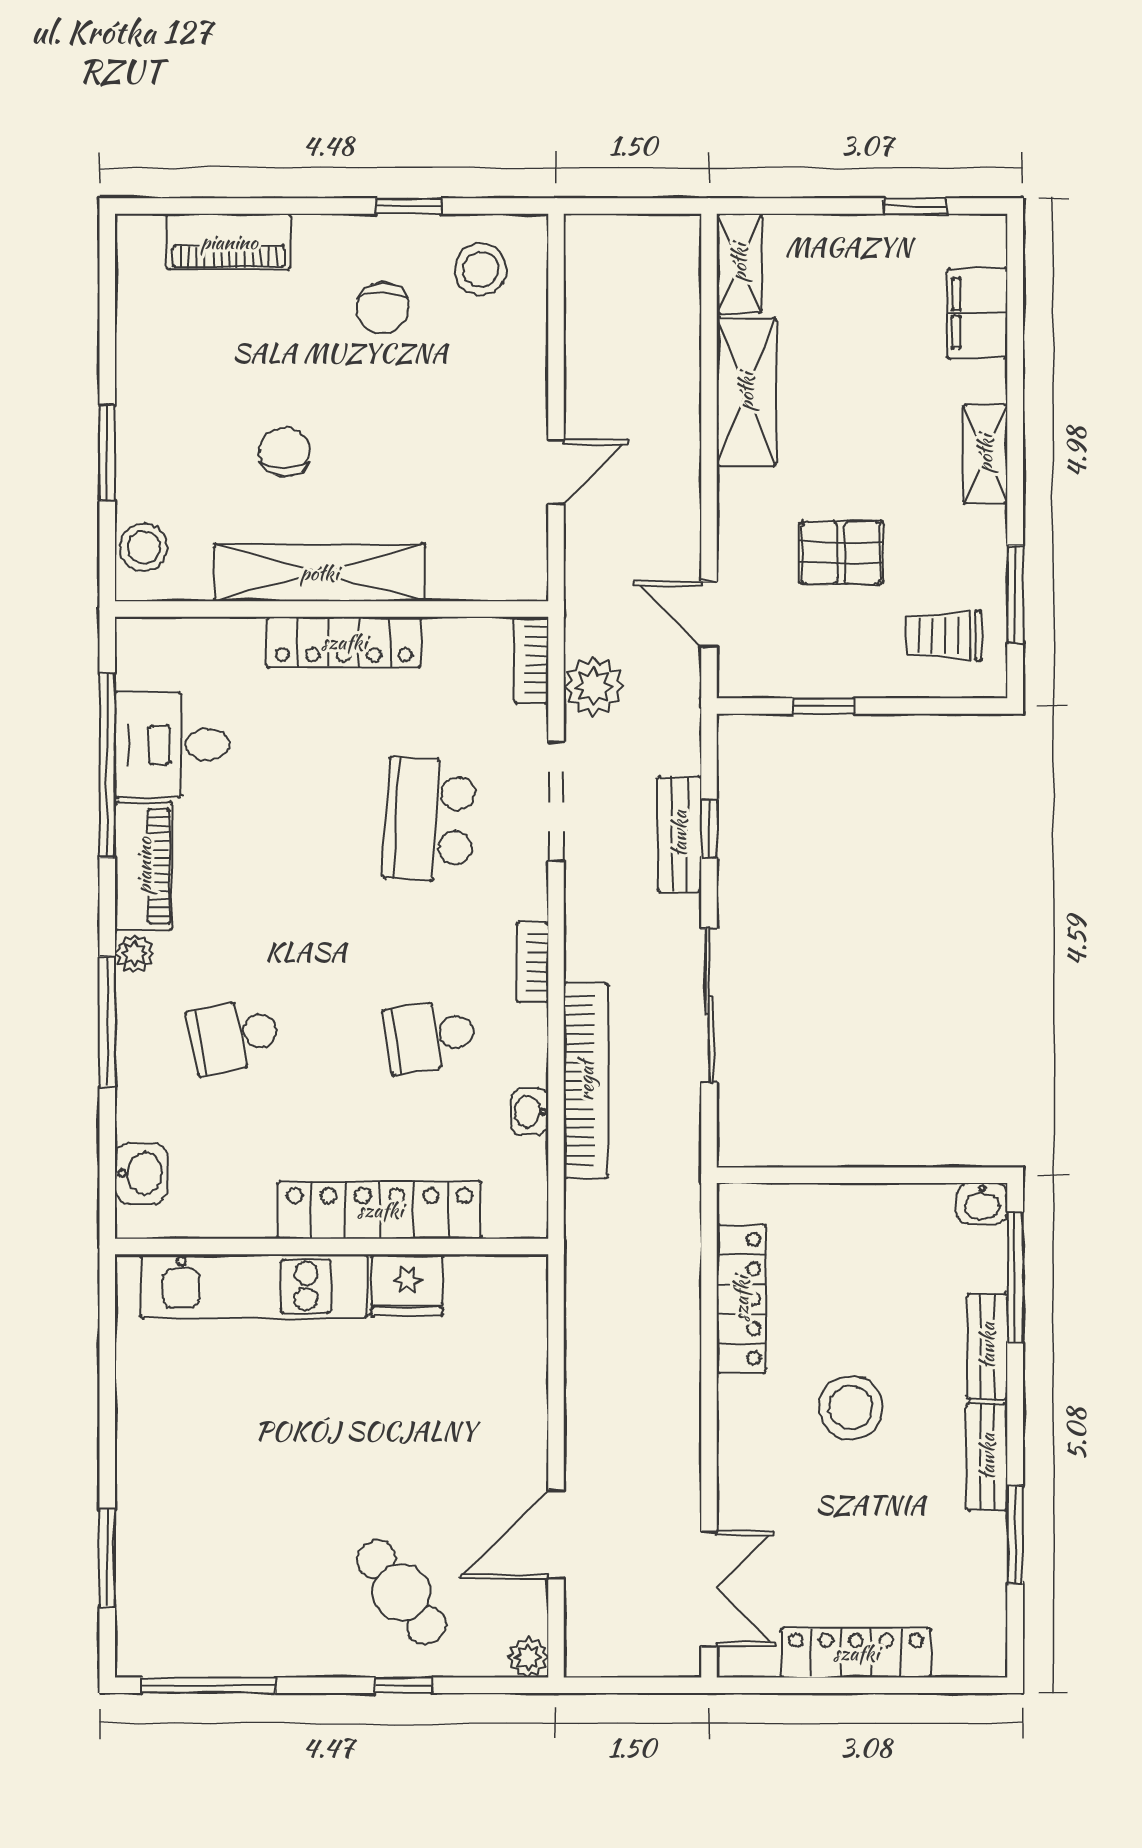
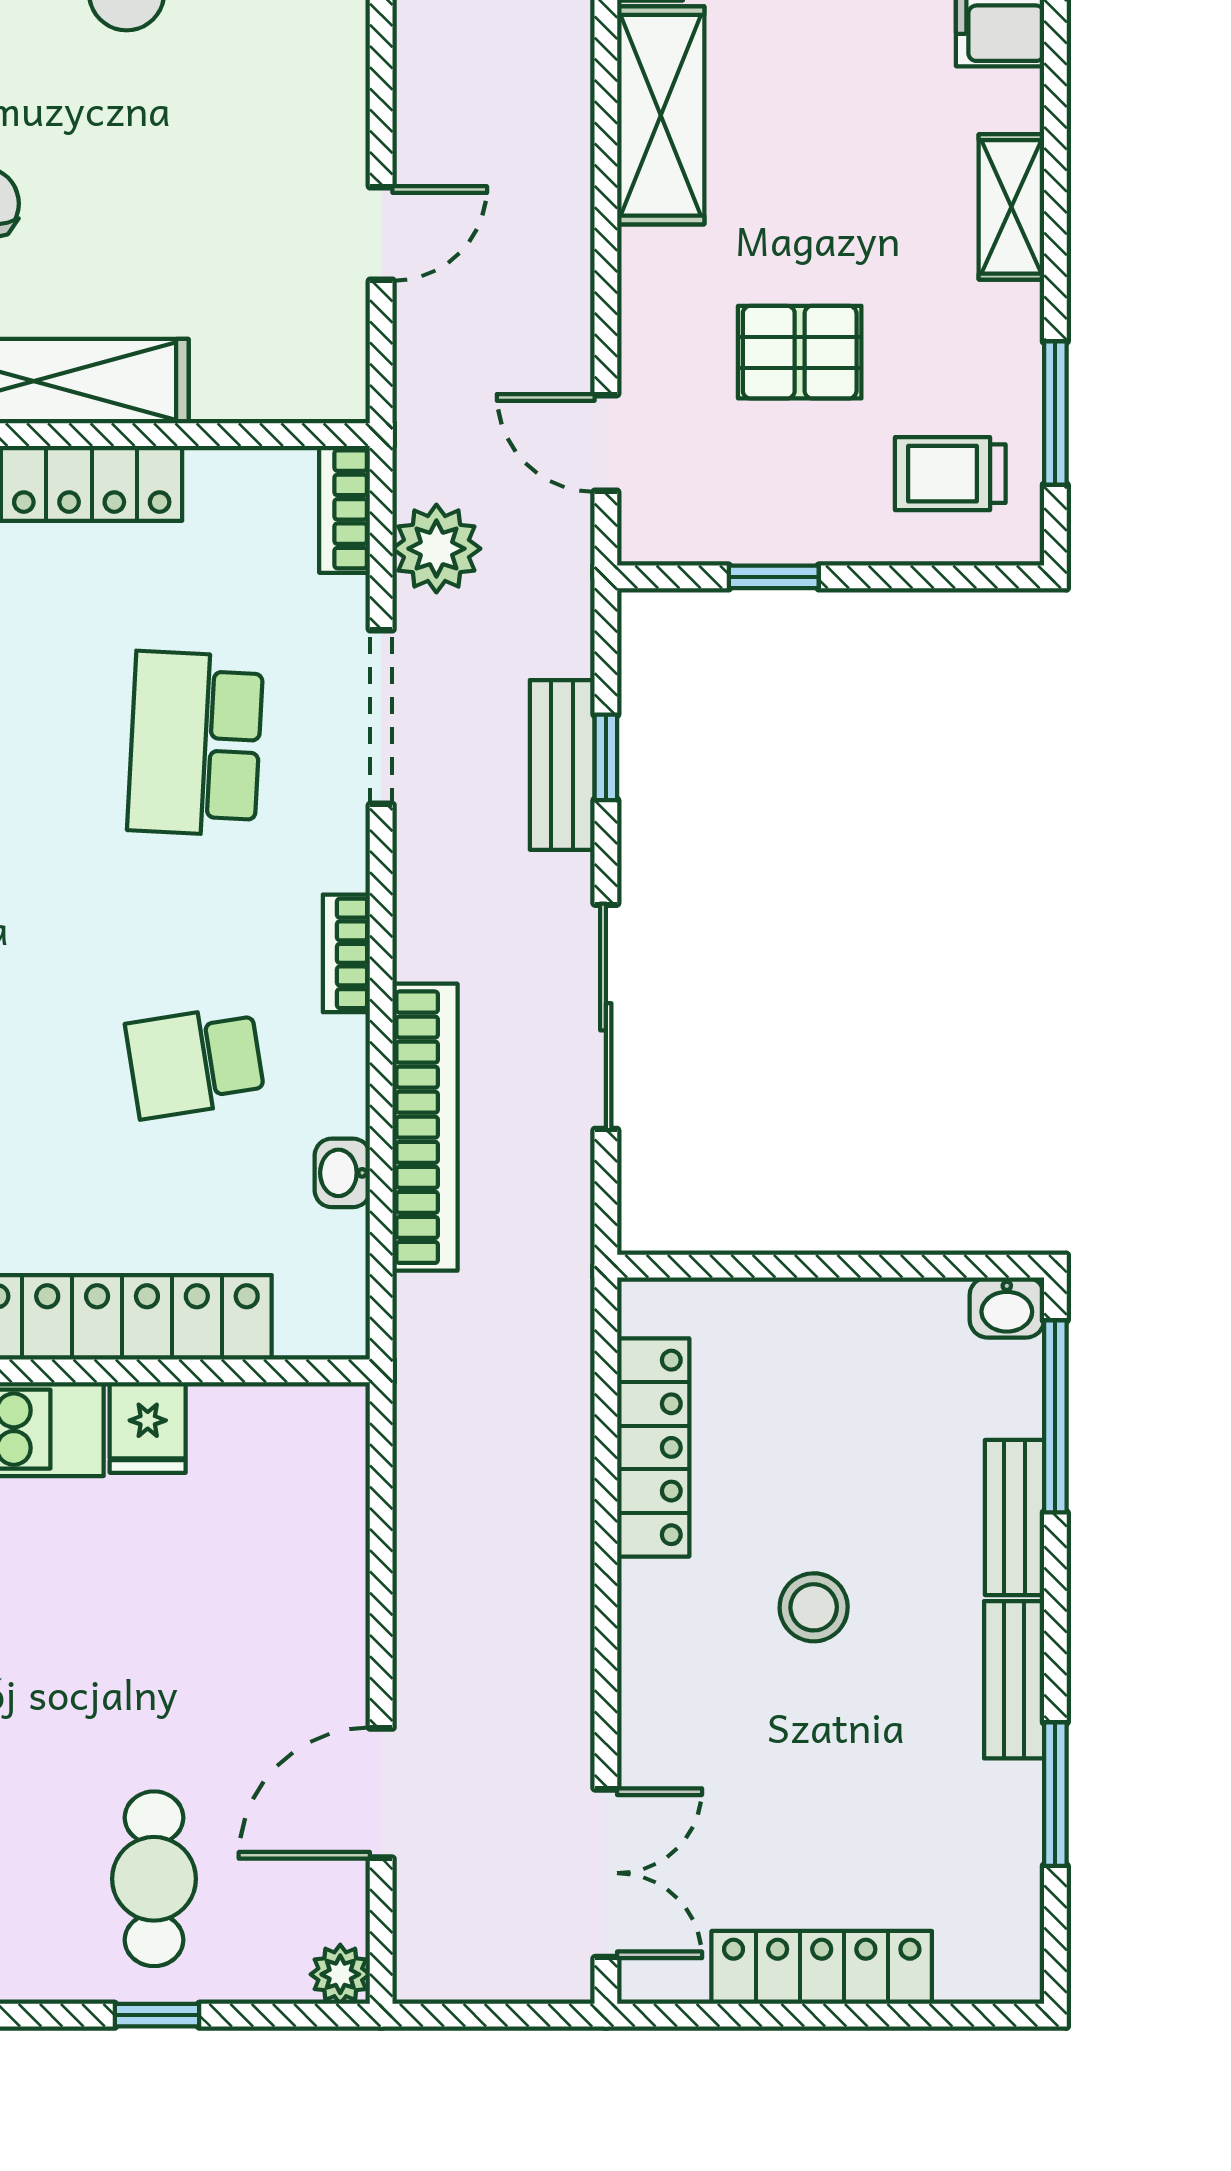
fridge: (407, 1285) -> (148, 1427), width x0.72
stool: (851, 1408) -> (814, 1607), width x0.73, depth x0.73
cafe table: (401, 1592) -> (154, 1879), turned 37

